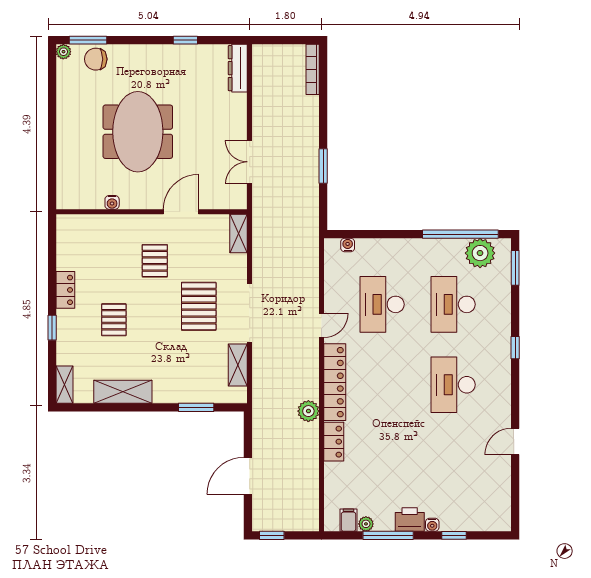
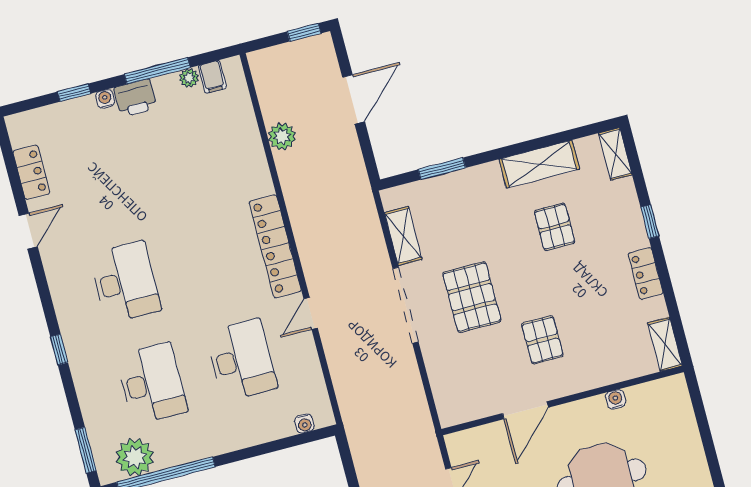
shelving: (238, 234) -> (665, 344), moved
pallet: (114, 320) -> (555, 227), moved
plant: (308, 411) -> (282, 136), moved
locker: (334, 442) -> (31, 172), moved, turned 180

